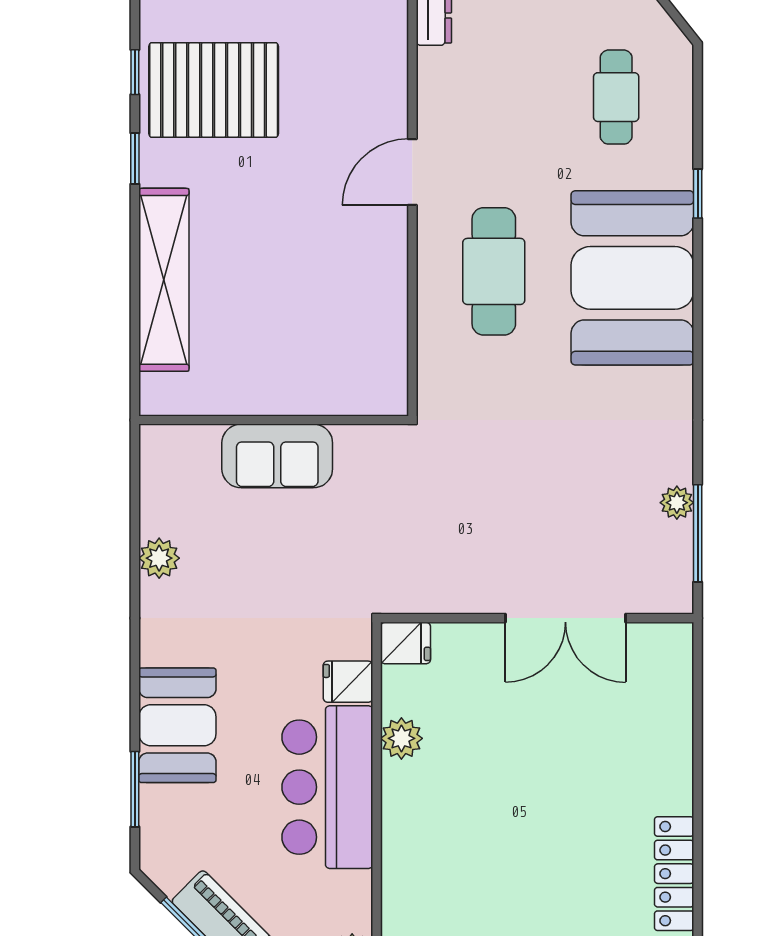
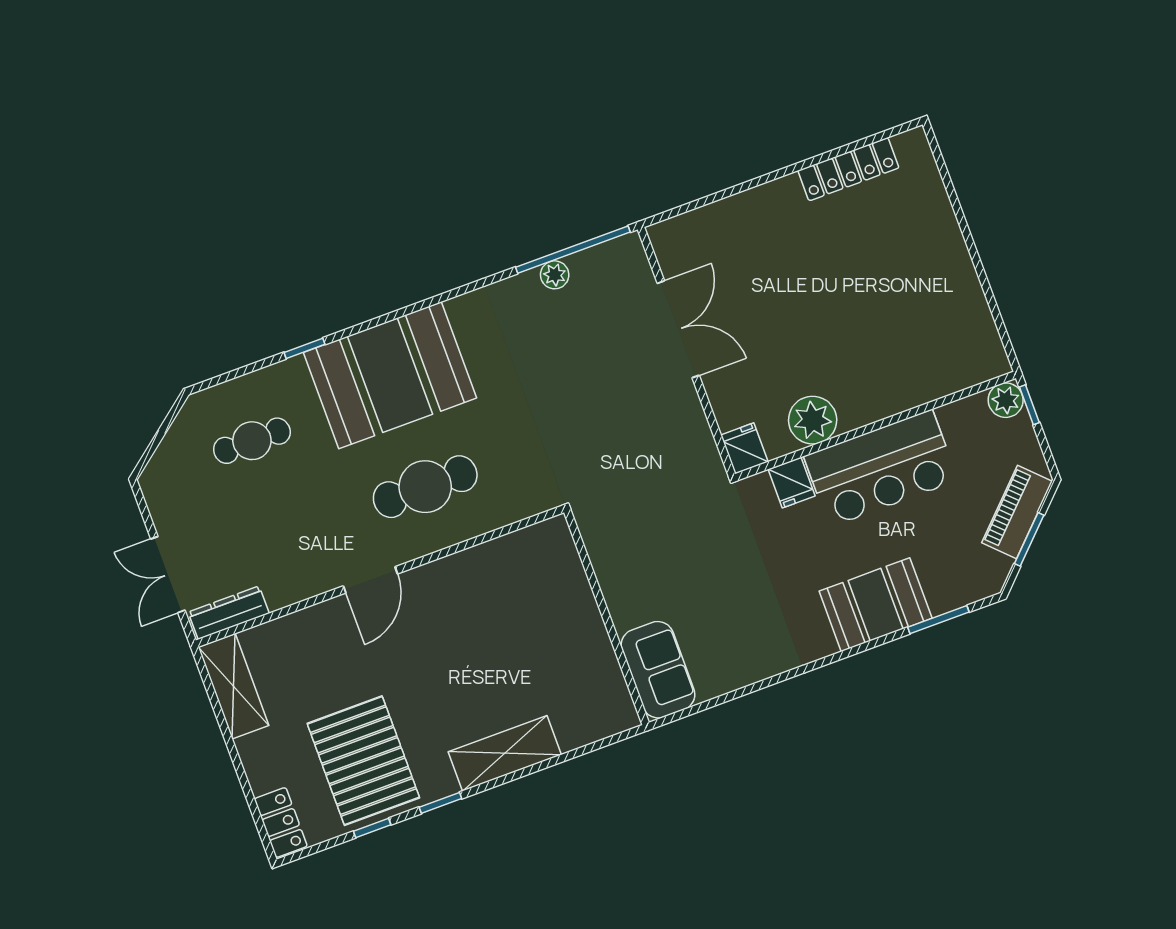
door: (412, 172) -> (370, 580), hinge flipped
shelving: (164, 280) -> (505, 753), width x0.68
sofa: (277, 456) -> (658, 670), moved
window: (698, 533) -> (573, 250), width x1.46
plant: (159, 558) -> (749, 668), removed
plant: (401, 738) -> (813, 420), width x1.36, depth x1.36

